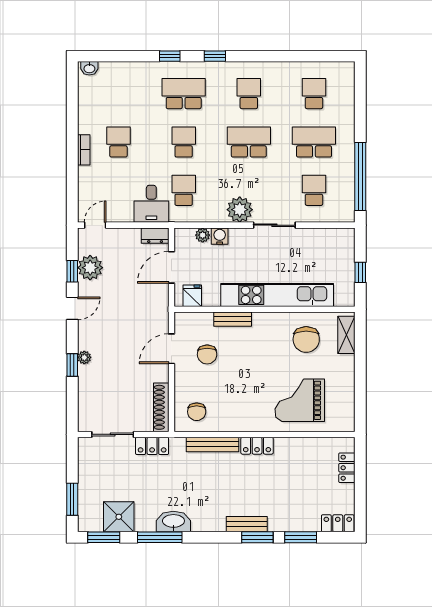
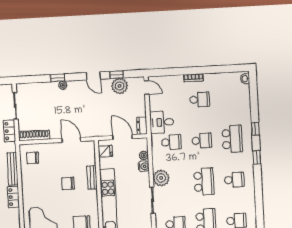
chair: (207, 354) -> (68, 184), moved

